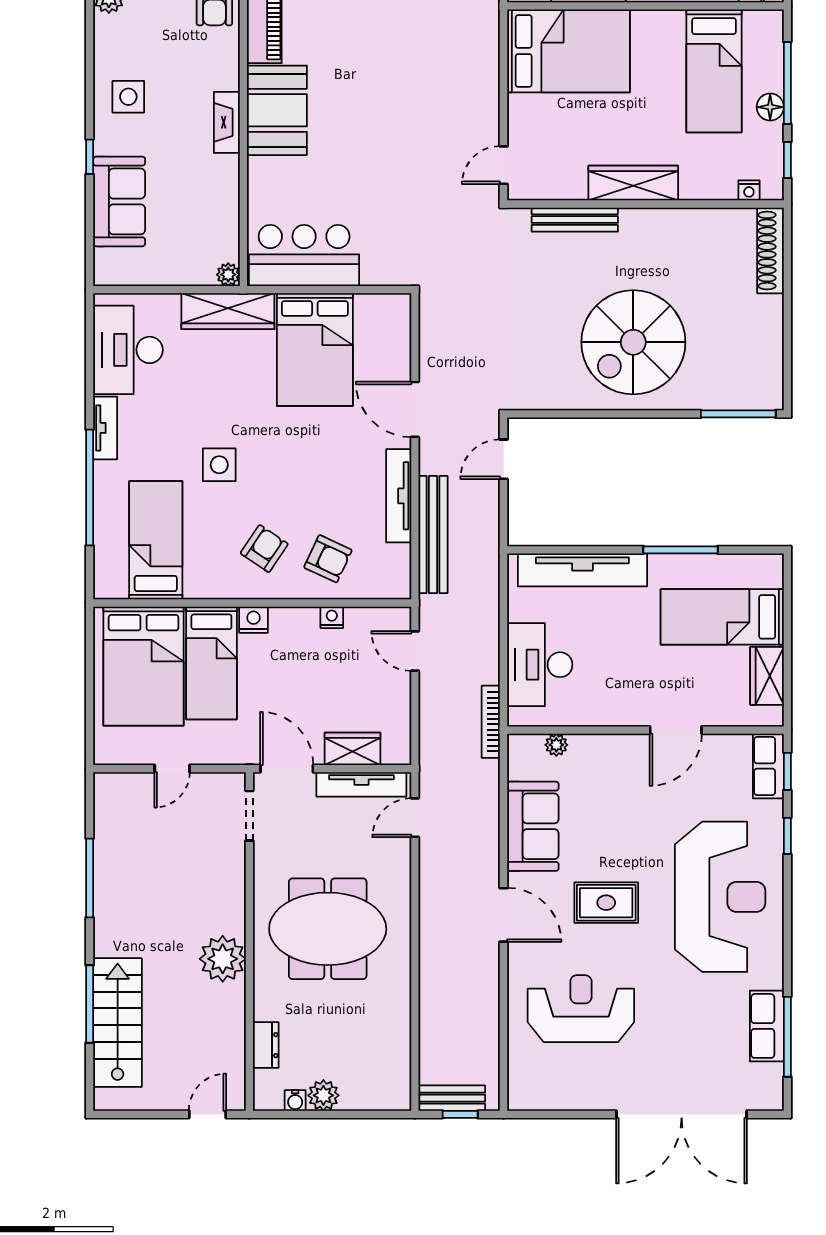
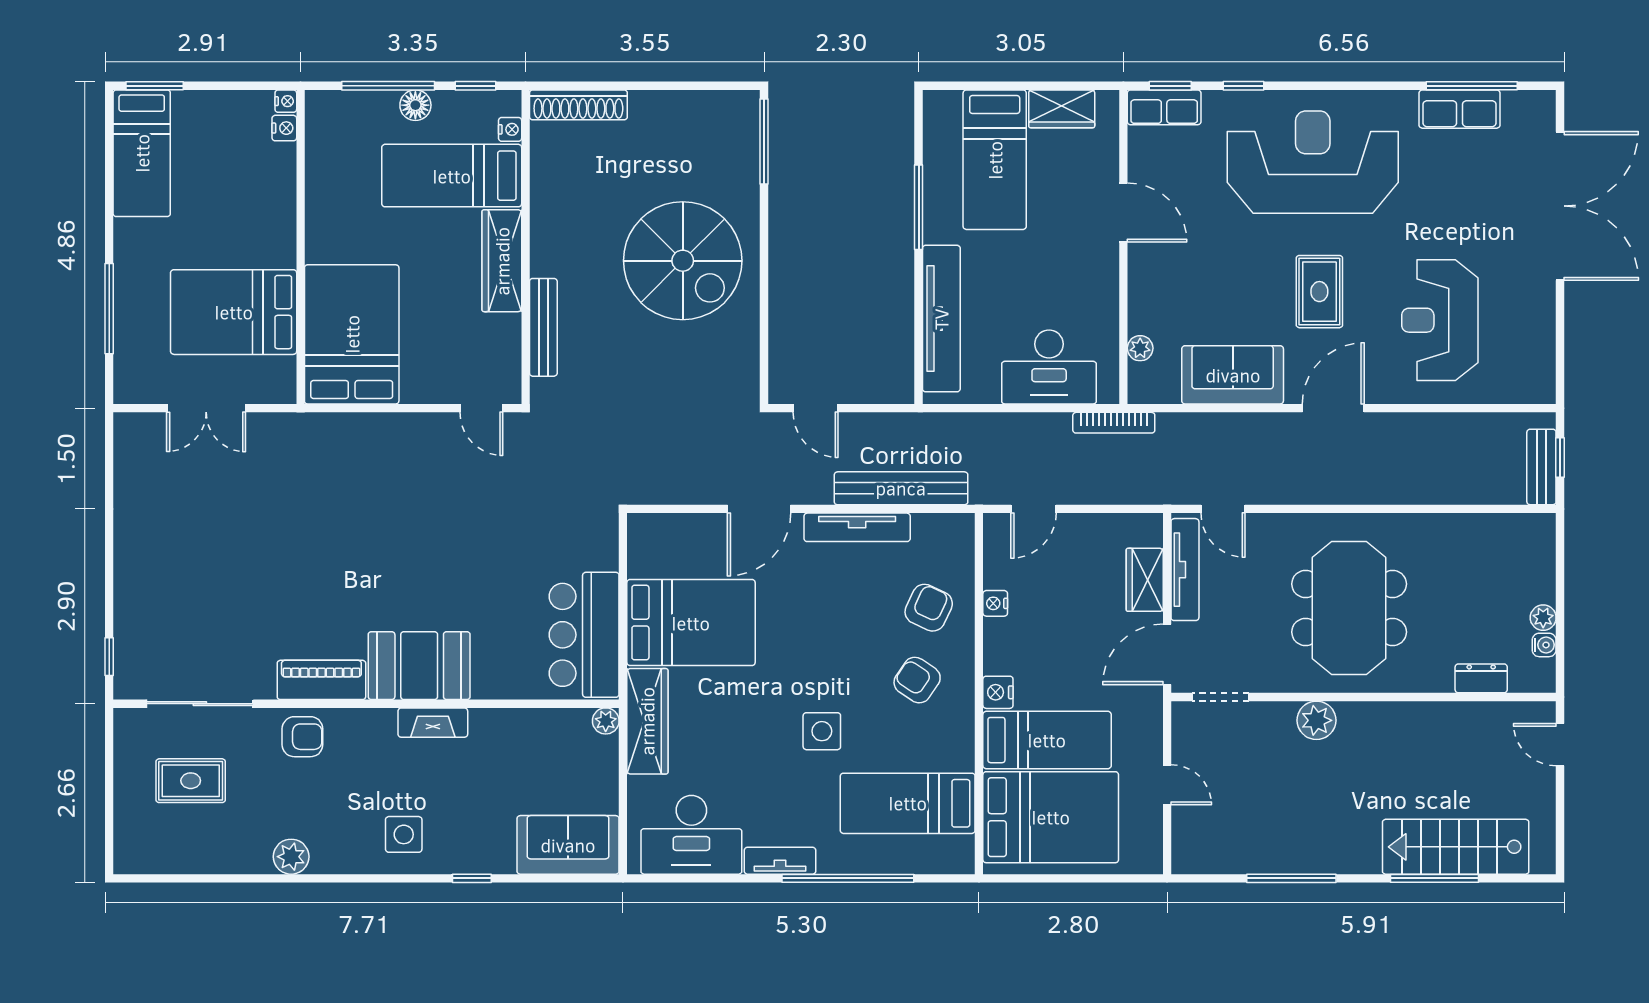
bed: (714, 71) -> (452, 176), moved, turned 180
sofa: (119, 201) -> (568, 845), moved
plant: (223, 959) -> (1316, 720), moved, width x0.73, depth x0.73
plant: (323, 1095) -> (1543, 618), width x0.73, depth x0.73

